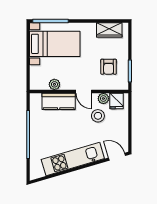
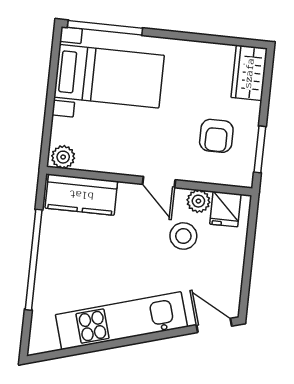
wardrobe: (109, 30) -> (249, 73), moved, turned 90
plant: (54, 84) -> (63, 157), moved
kitchen counter: (59, 101) -> (81, 195), moved

